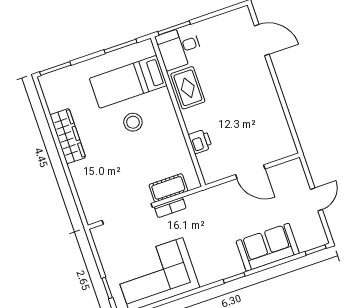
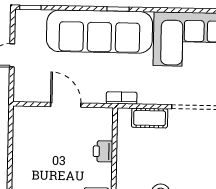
bookcase: (170, 207) -> (122, 98), moved
sofa: (268, 247) -> (99, 32), width x1.85, depth x1.27

